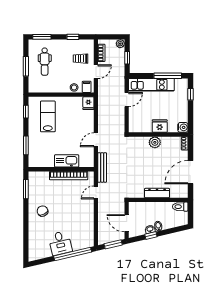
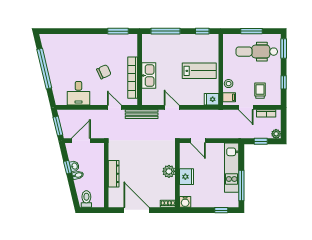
dental chair: (45, 62) -> (257, 52), width x1.36, depth x1.38
door: (127, 100) -> (198, 141), moved
lab bench: (48, 116) -> (199, 71), moved
window: (26, 145) -> (165, 31), width x1.44
toilet: (180, 207) -> (86, 199), moved
chair: (42, 211) -> (104, 72), moved
desk: (60, 243) -> (78, 93), moved, turned -77
window: (73, 254) -> (44, 69), moved

